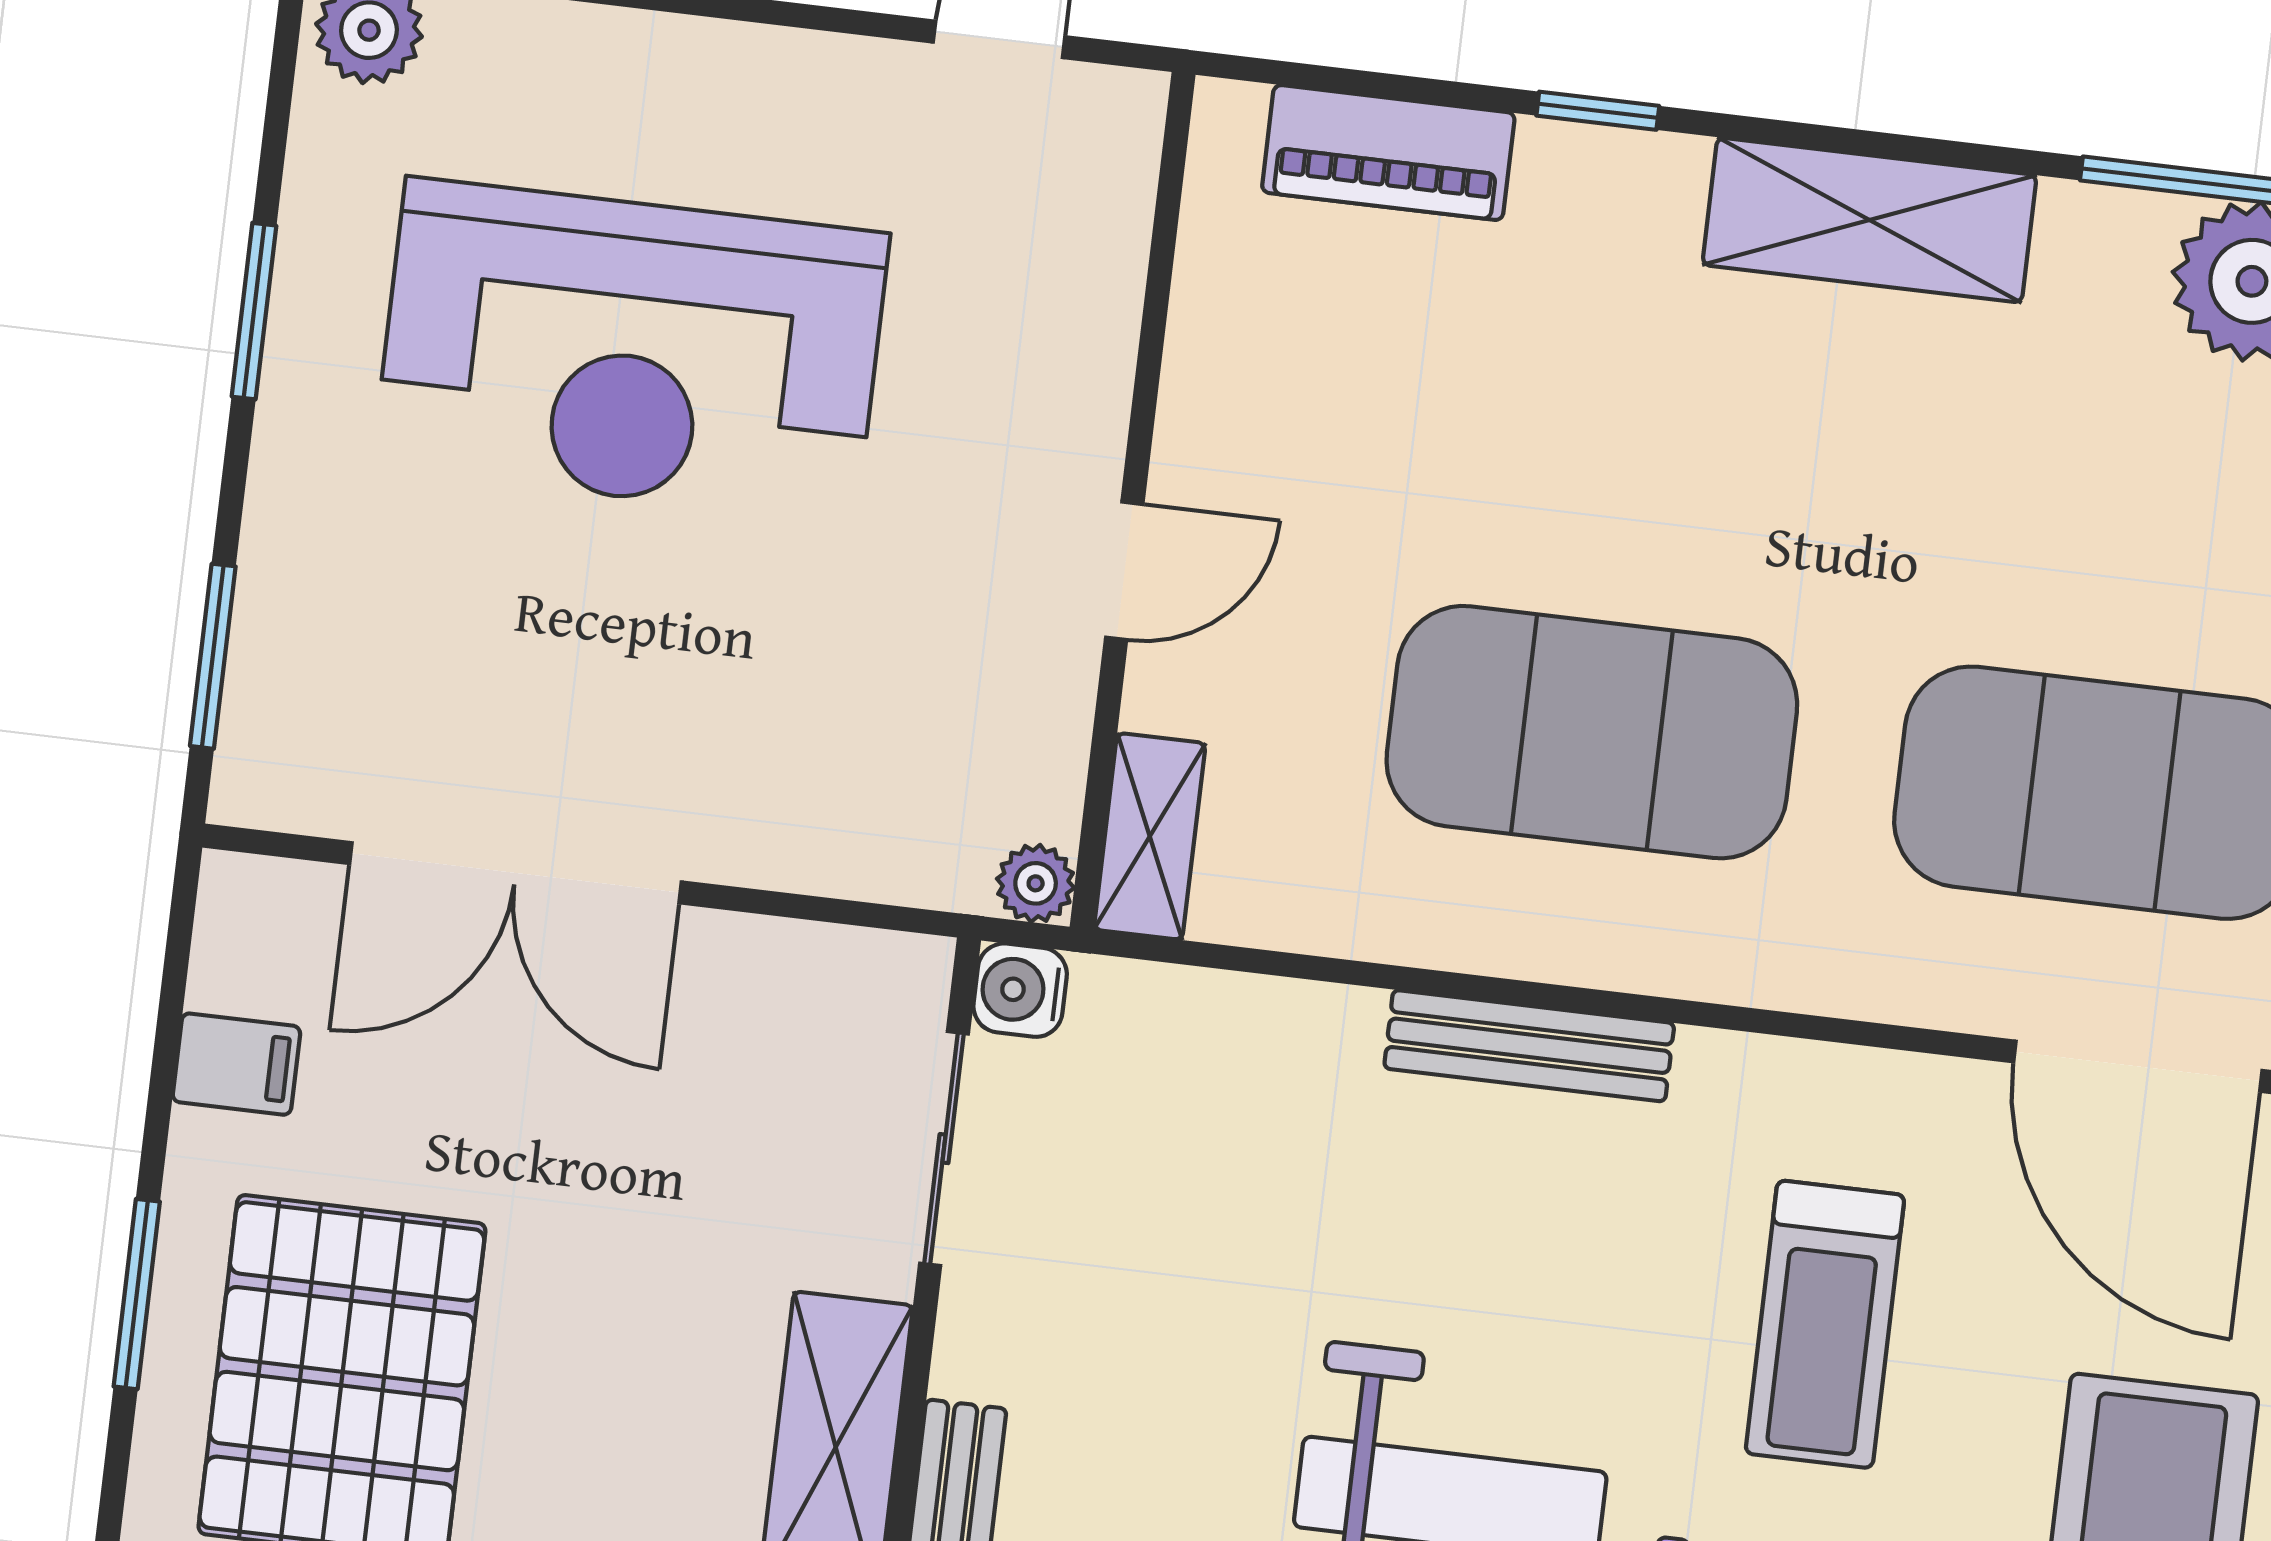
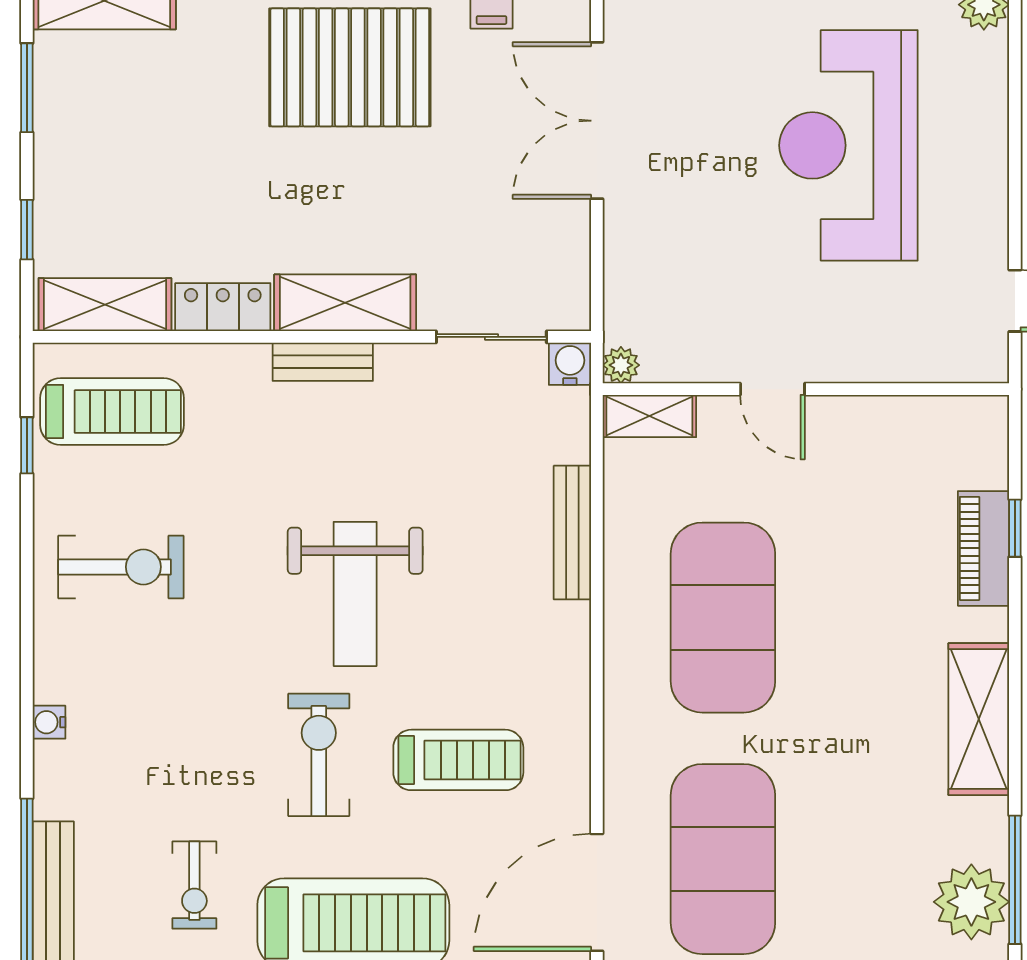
window: (1598, 111) -> (1015, 528), moved
piano: (1388, 153) -> (983, 548), moved
bench: (1529, 1046) -> (572, 533), moved
treadmill: (1825, 1324) -> (458, 760), turned 180

